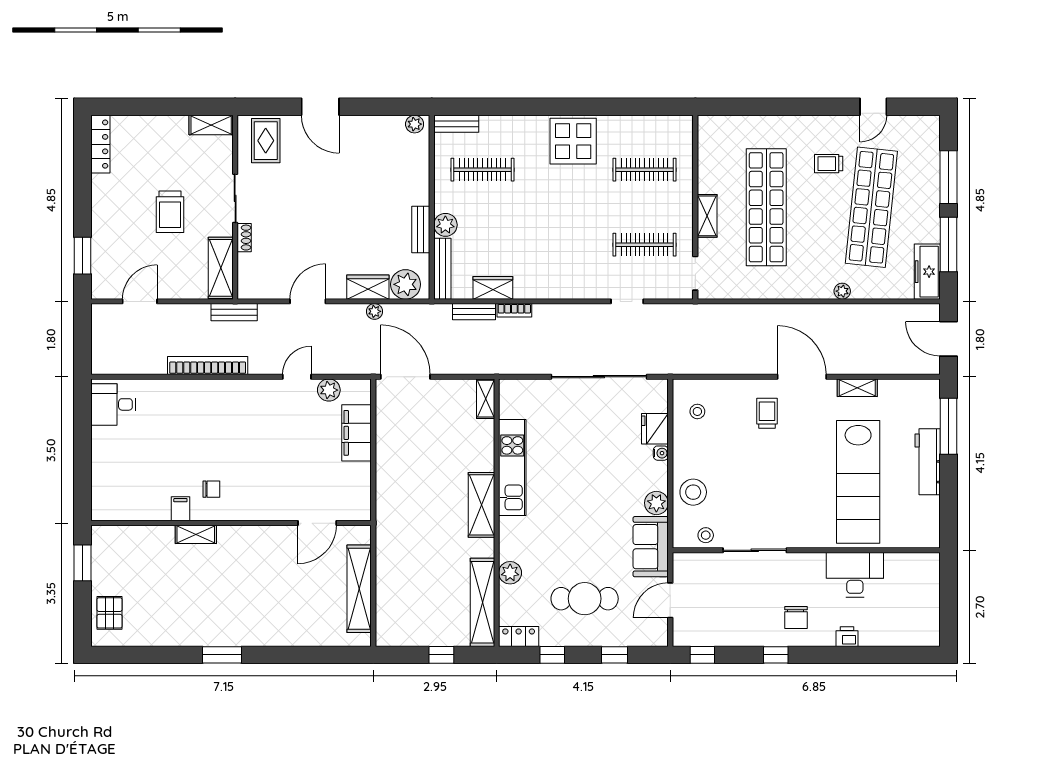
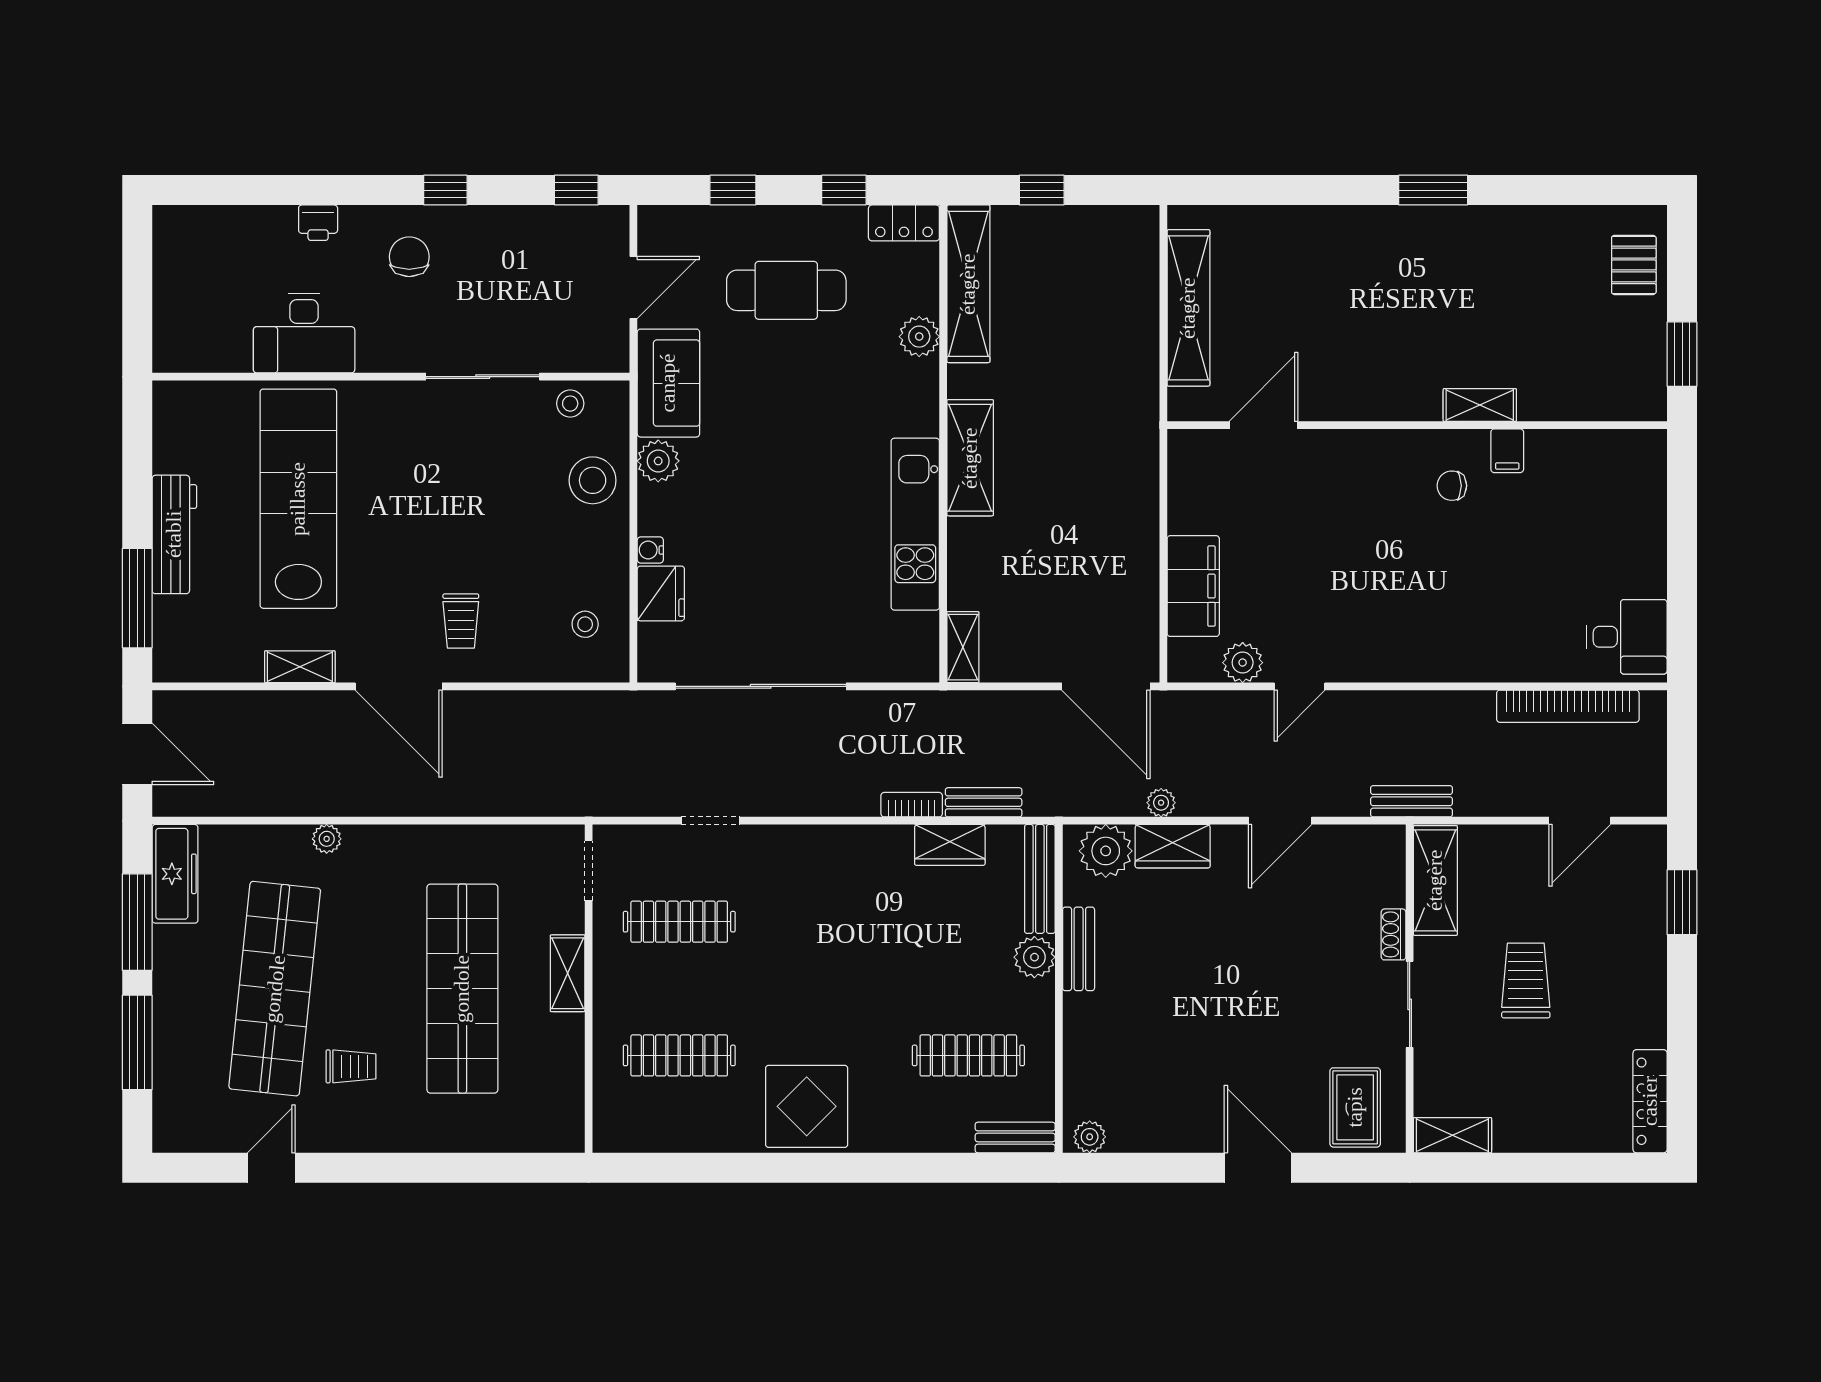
bookcase: (208, 366) -> (1568, 706), moved

